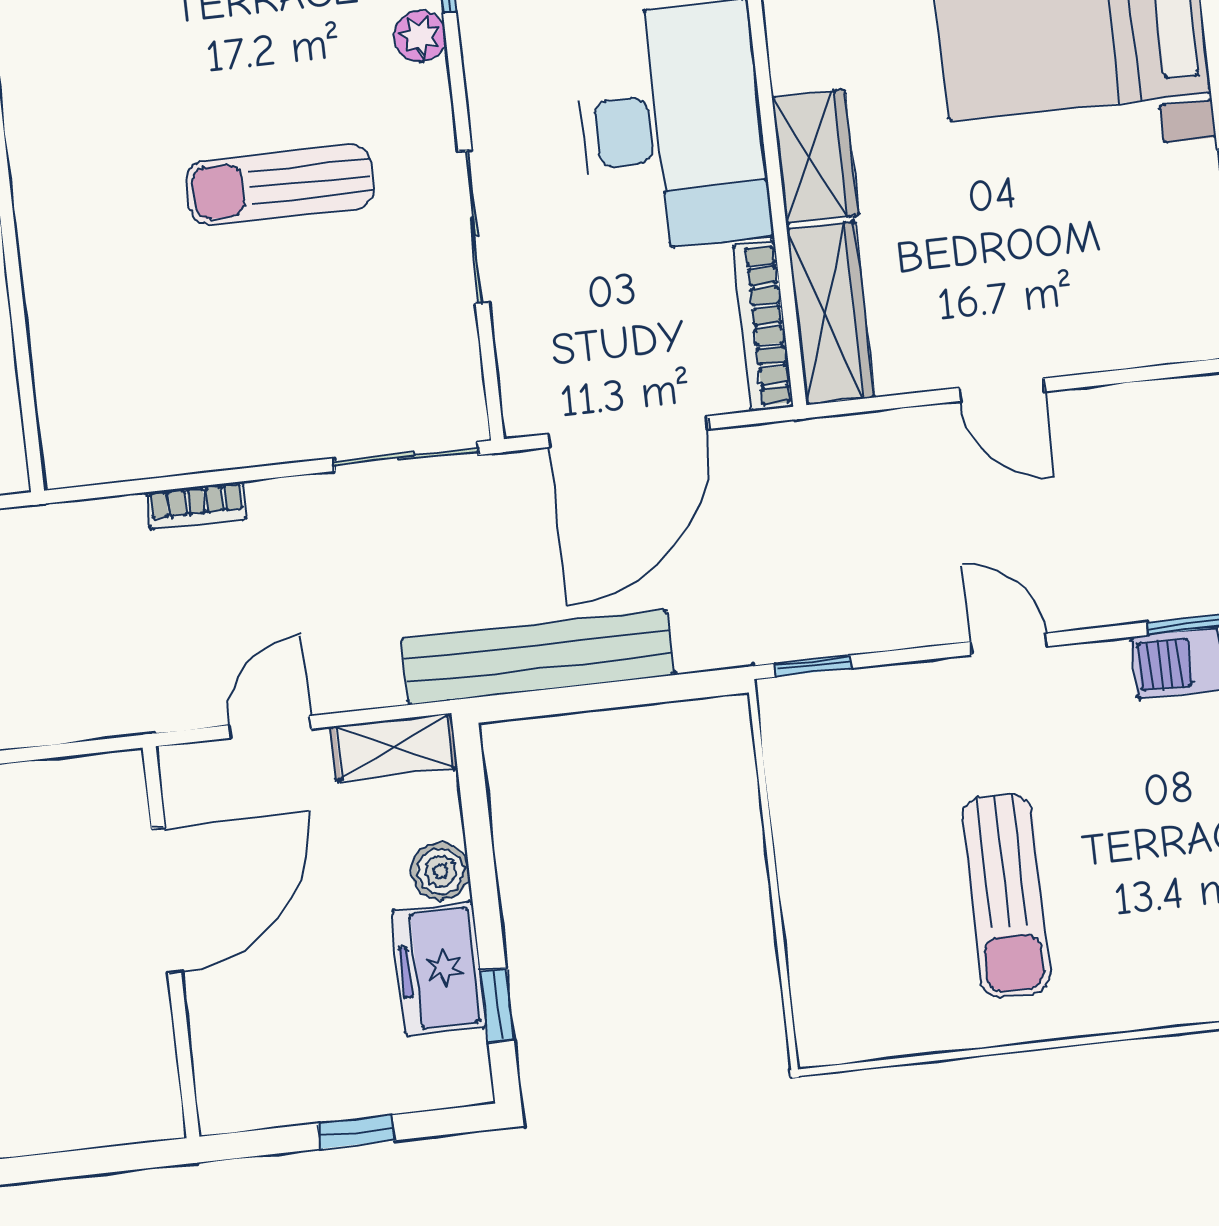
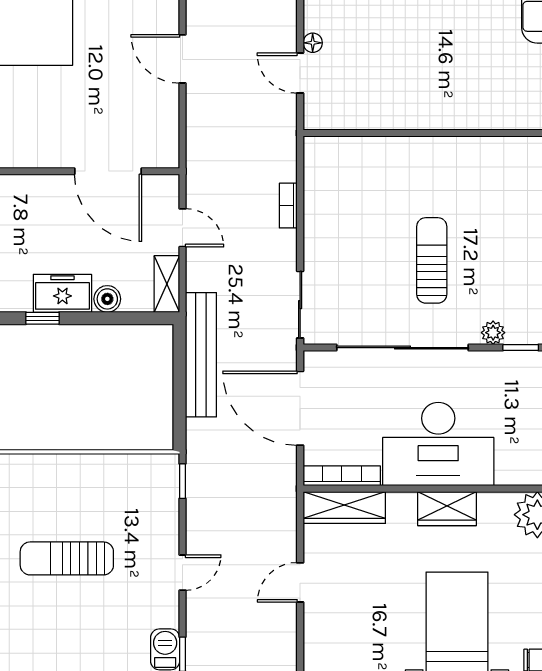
wardrobe: (815, 156) -> (447, 509), moved
sliding door: (474, 227) -> (402, 348), width x1.86

